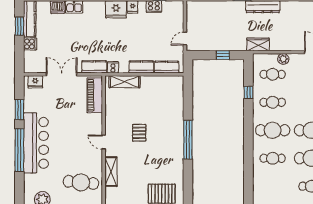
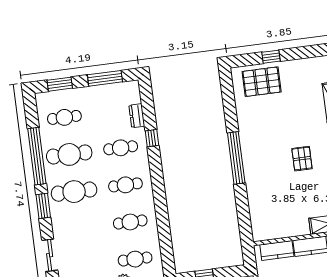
window: (248, 93) -> (152, 138), moved
cafe table: (273, 130) -> (125, 185), width x0.73, depth x0.74
dresser: (258, 180) -> (137, 116), added

